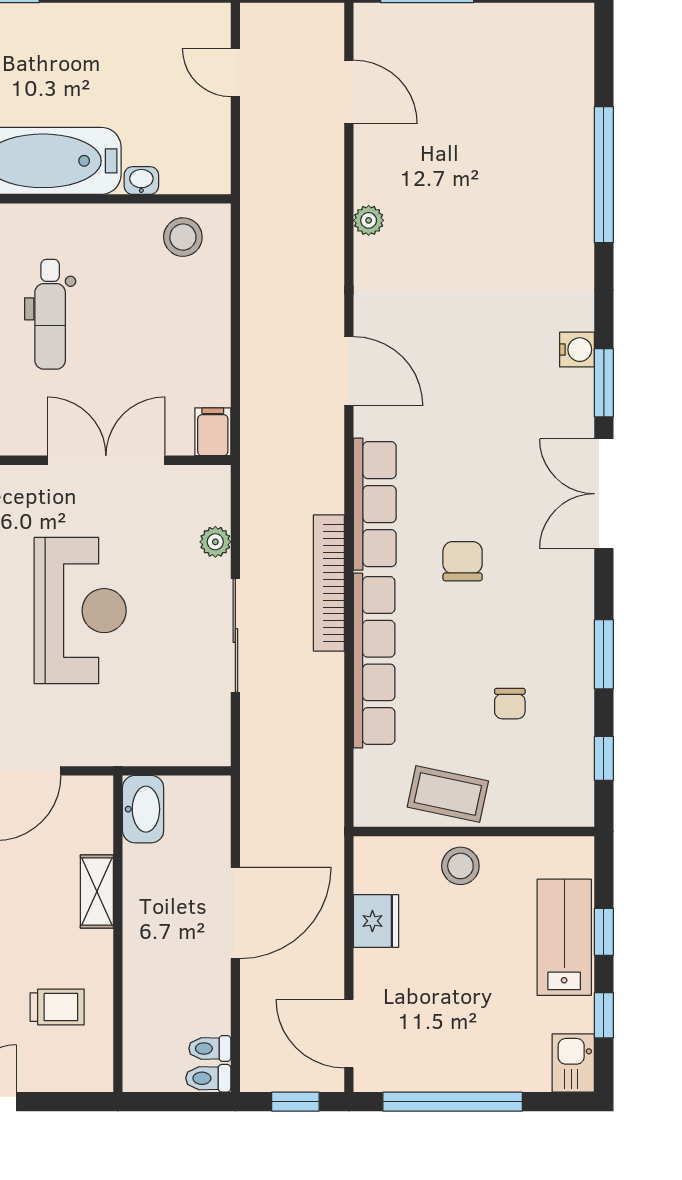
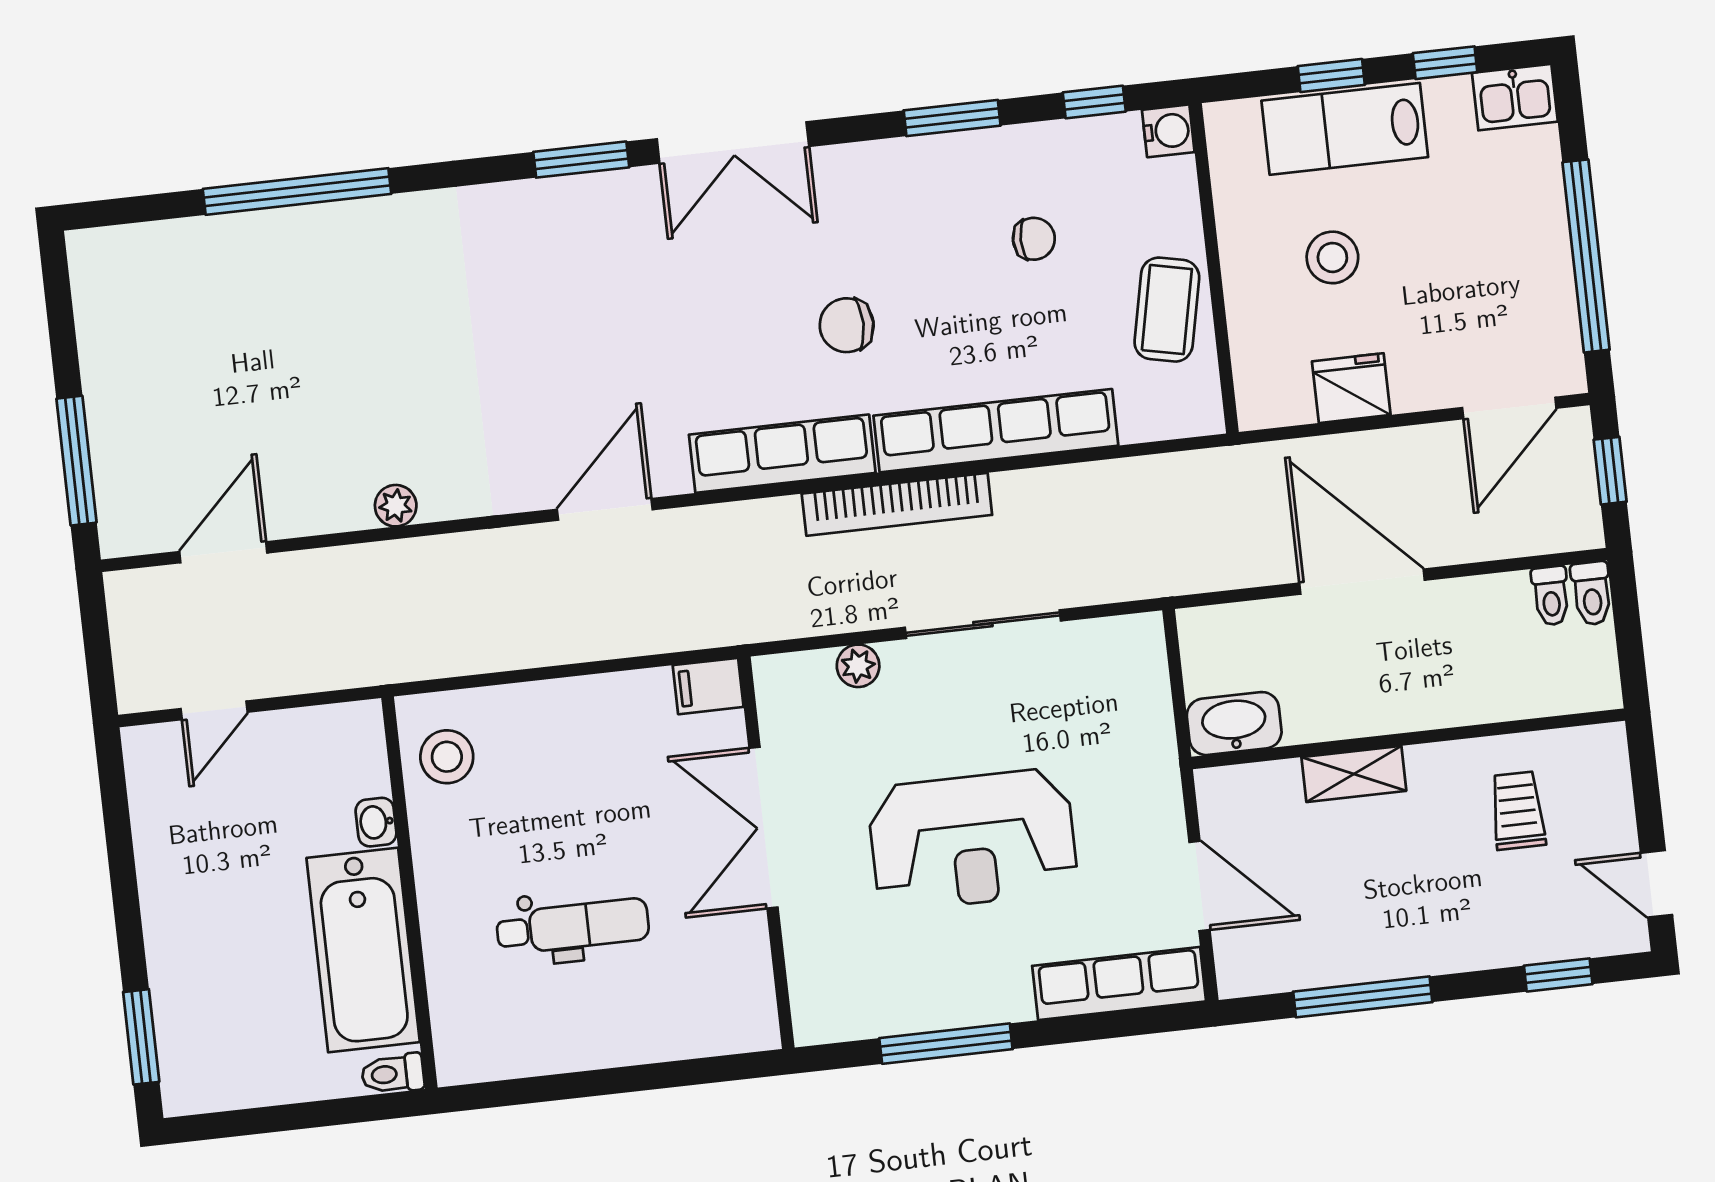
water cooler: (577, 350) -> (1168, 131), moved, turned 90
reception desk: (80, 611) -> (973, 840), turned 180
stool: (460, 866) -> (1332, 257), moved

